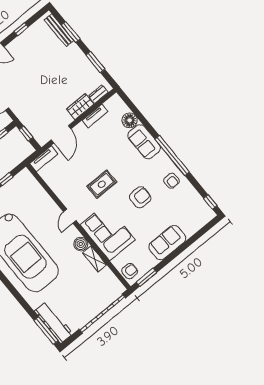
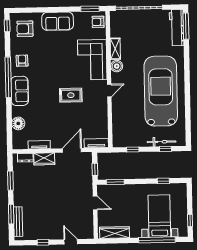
sofa: (144, 142) -> (20, 91), moved
armchair: (140, 197) -> (25, 29), moved

